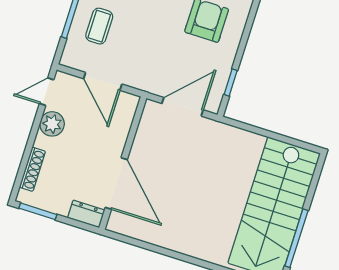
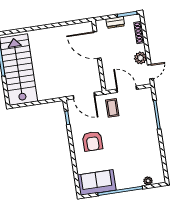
coffee table: (99, 26) -> (112, 108), moved
door: (183, 107) -> (84, 96), hinge flipped
dresser: (86, 214) -> (115, 22), moved

